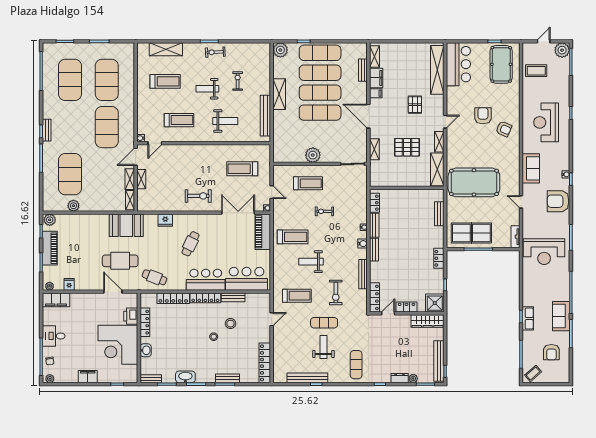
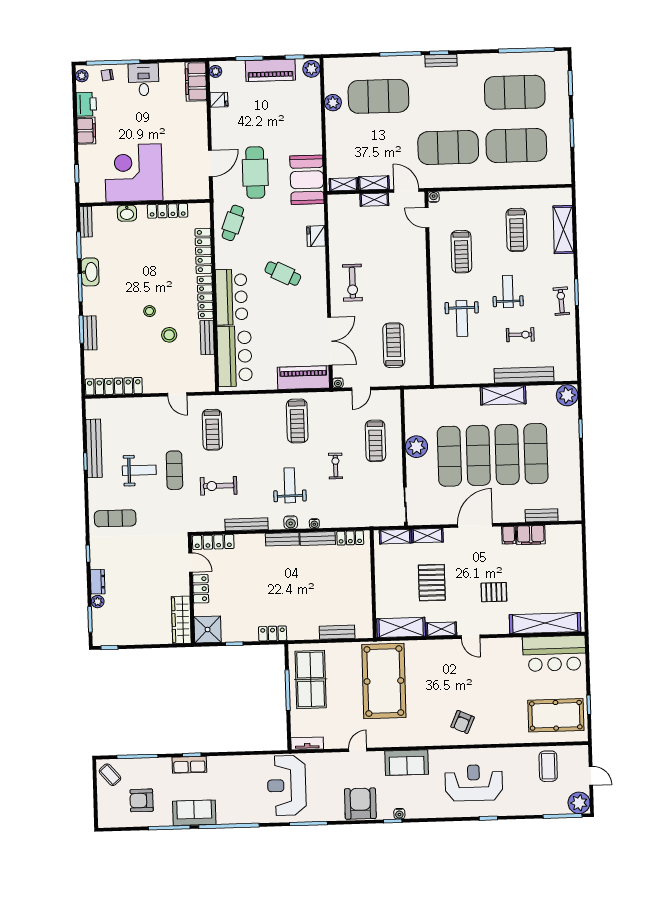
exercise mat: (320, 53) -> (449, 456), moved
shelving: (374, 57) -> (395, 537), moved
bench: (265, 116) -> (524, 375), moved
armchair: (483, 116) -> (481, 691), removed
weight bench: (311, 262) -> (290, 485), moved
printer: (131, 316) -> (86, 104), moved, turned 90
bench: (439, 361) -> (124, 638), removed

